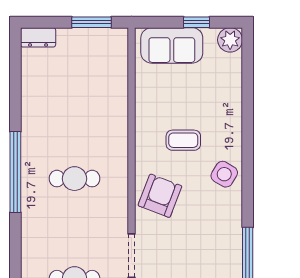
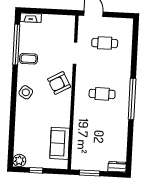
sofa: (172, 45) -> (60, 143), moved, turned -90
coffee table: (183, 140) -> (29, 59), moved
armchair: (160, 196) -> (59, 83), turned 40

